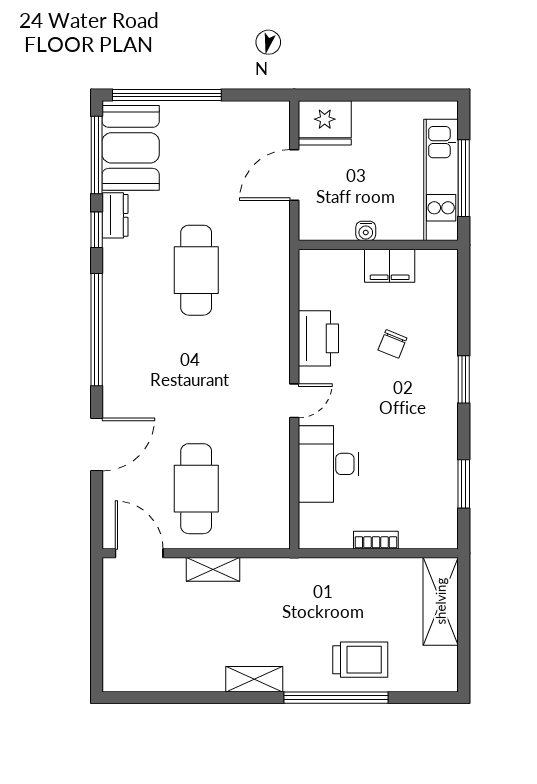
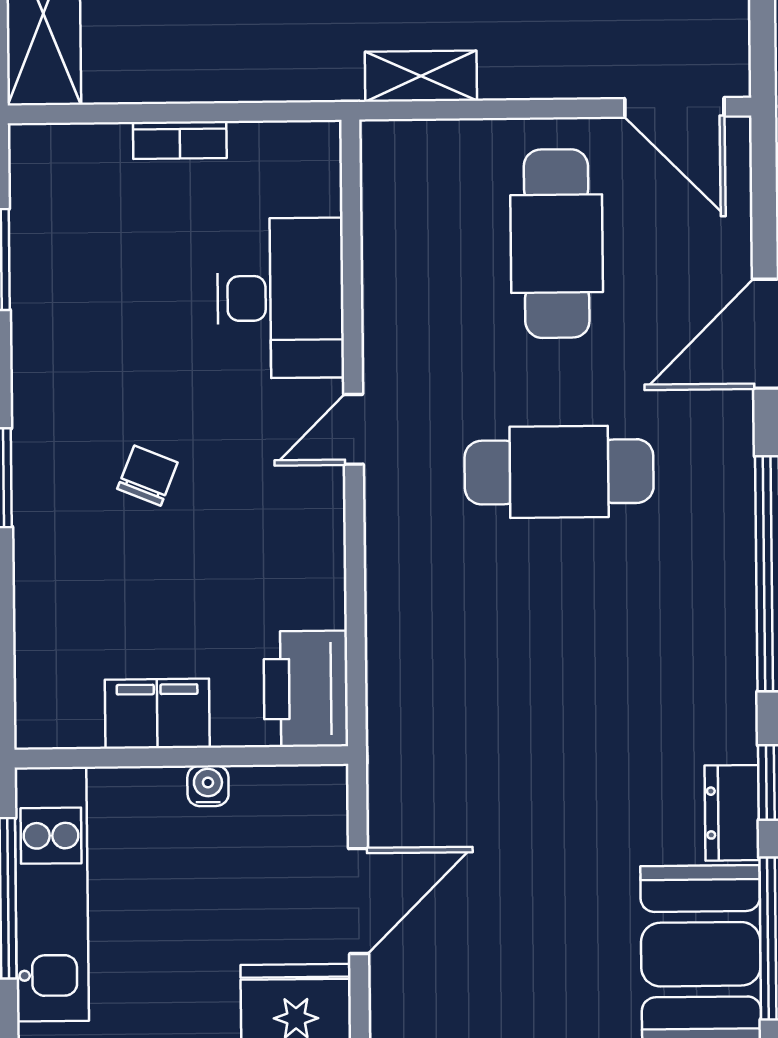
cafe table: (196, 270) -> (559, 472), moved, turned 90
printer: (318, 338) -> (306, 689), moved
chair: (392, 344) -> (147, 476), moved
shelving: (213, 569) -> (421, 76), moved

